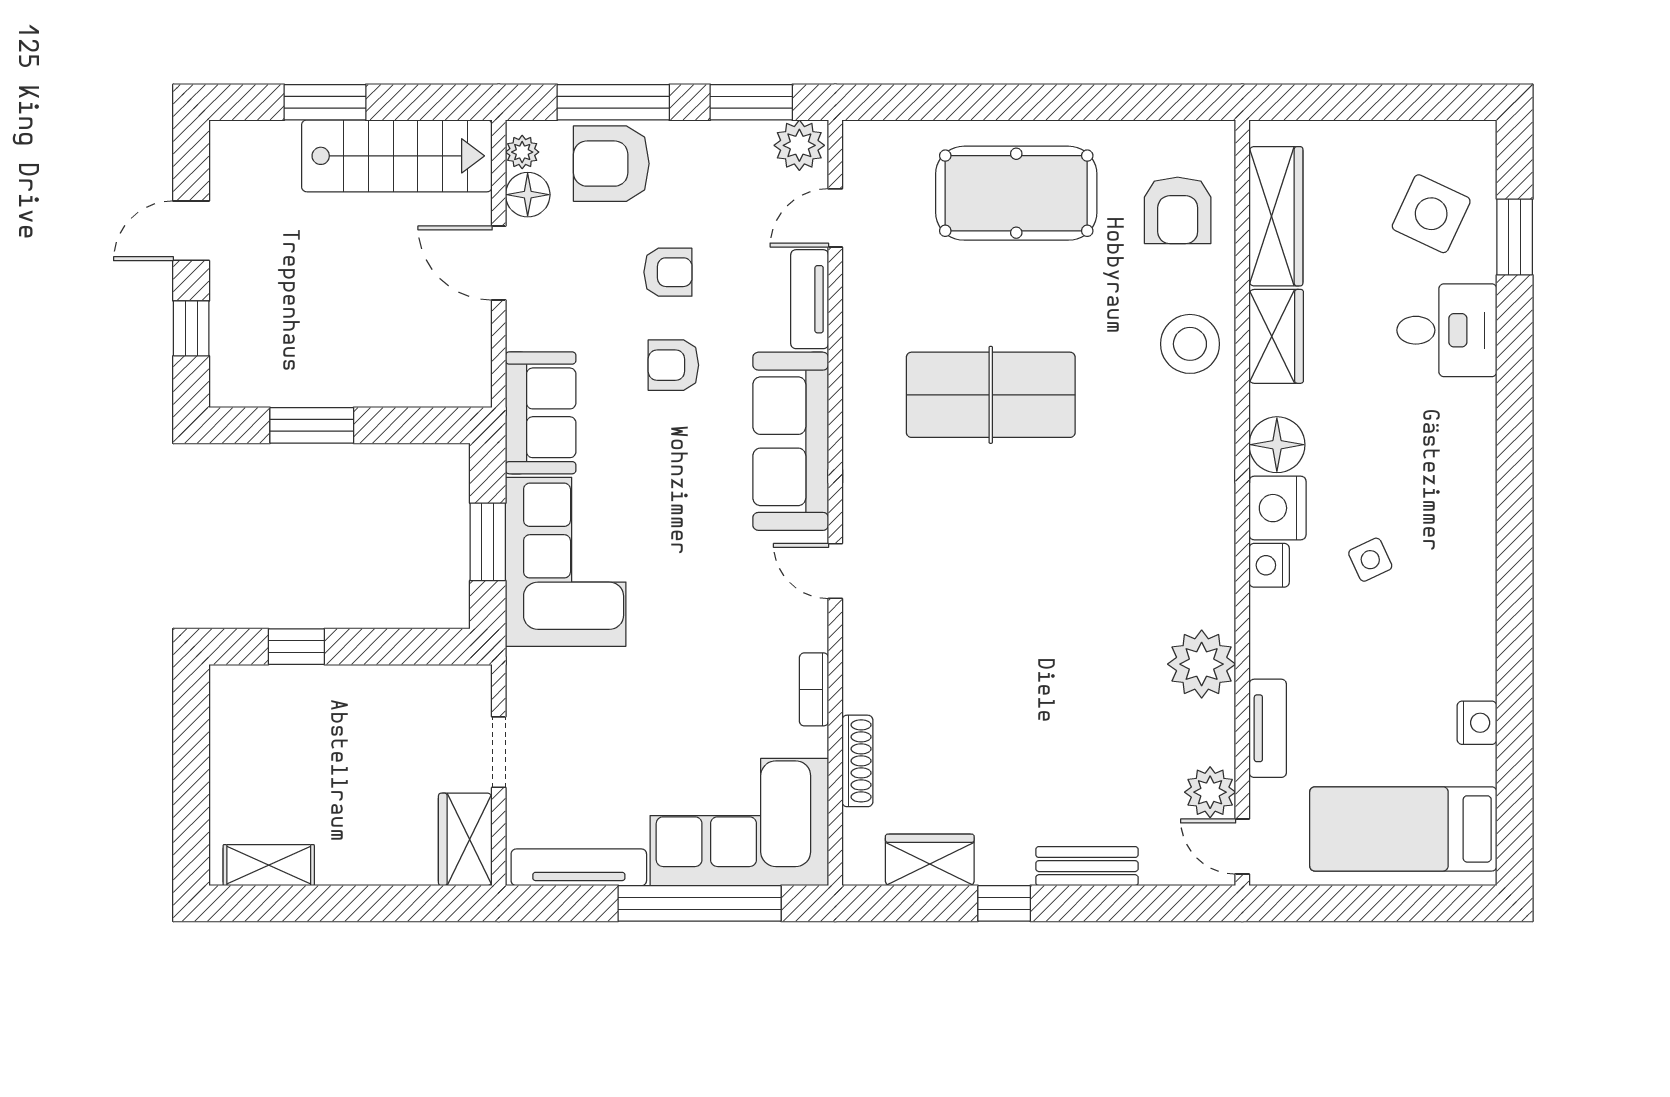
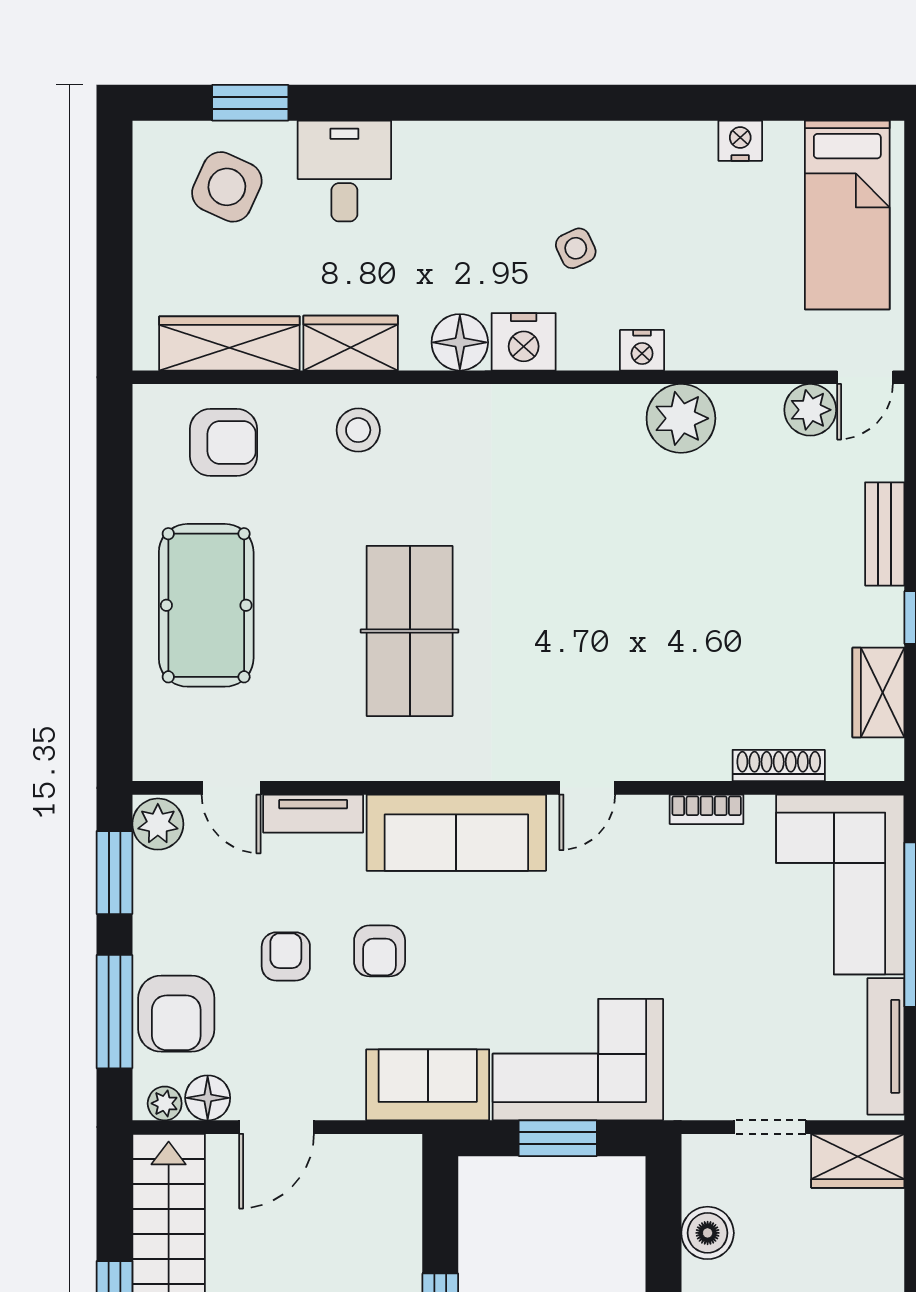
stool: (1190, 344) -> (358, 430), width x0.73, depth x0.73
nightstand: (1269, 565) -> (642, 350), moved
boiler: (394, 690) -> (708, 1233), added
tv unit: (1268, 728) -> (746, 352), removed

